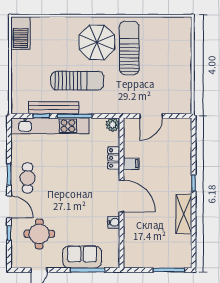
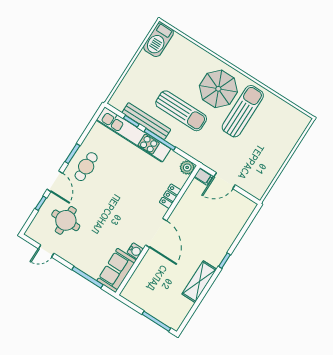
filing cabinet: (131, 164) -> (204, 177), moved
sofa: (82, 257) -> (117, 270), moved, turned -90

